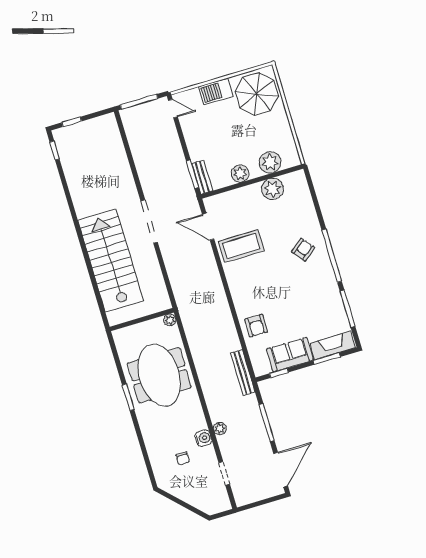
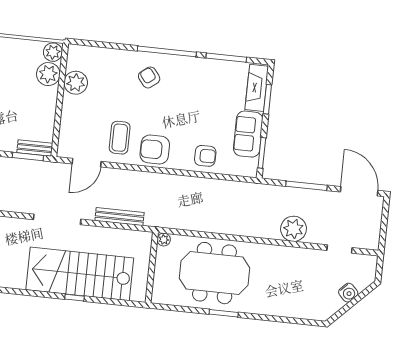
plant: (240, 174) -> (53, 52), moved
coffee table: (241, 246) -> (120, 138), width x0.73, depth x0.76
window: (88, 264) -> (74, 298), added
armchair: (244, 280) -> (155, 150), added
bench: (243, 373) -> (120, 217), moved
window: (279, 373) -> (262, 153), width x1.50
plant: (220, 429) -> (294, 229), width x1.87, depth x1.87
water cooler: (203, 438) -> (348, 293), moved, turned 135
chair: (183, 458) -> (307, 284), removed

